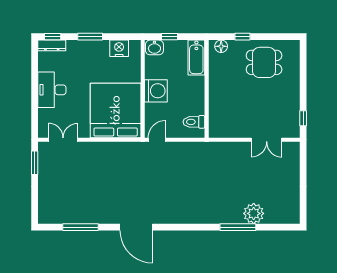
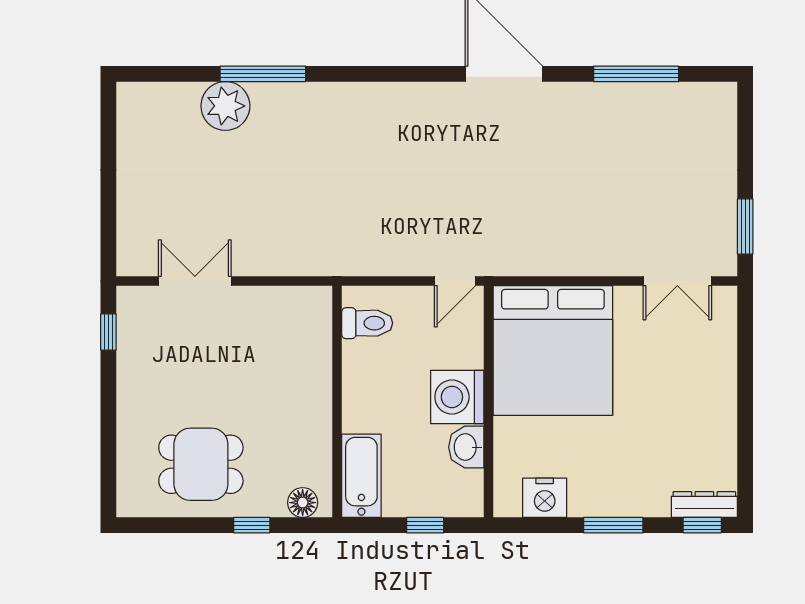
washbasin: (154, 47) -> (466, 447), moved, turned -90
desk: (52, 90) -> (704, 399), removed

